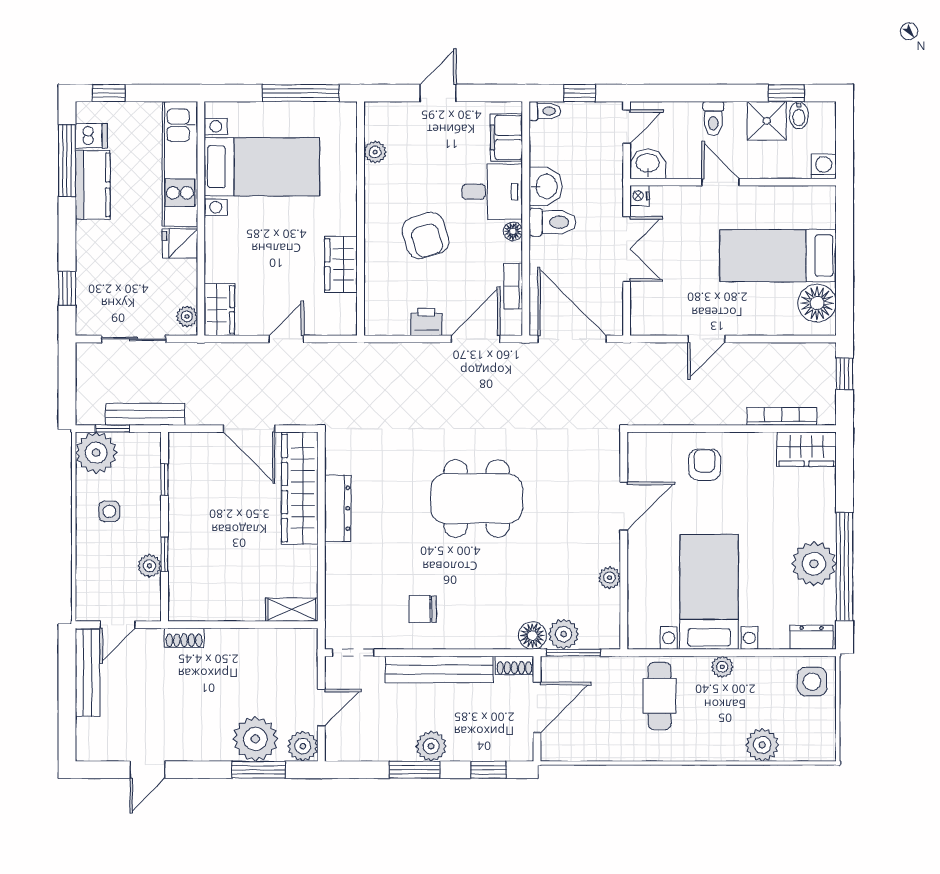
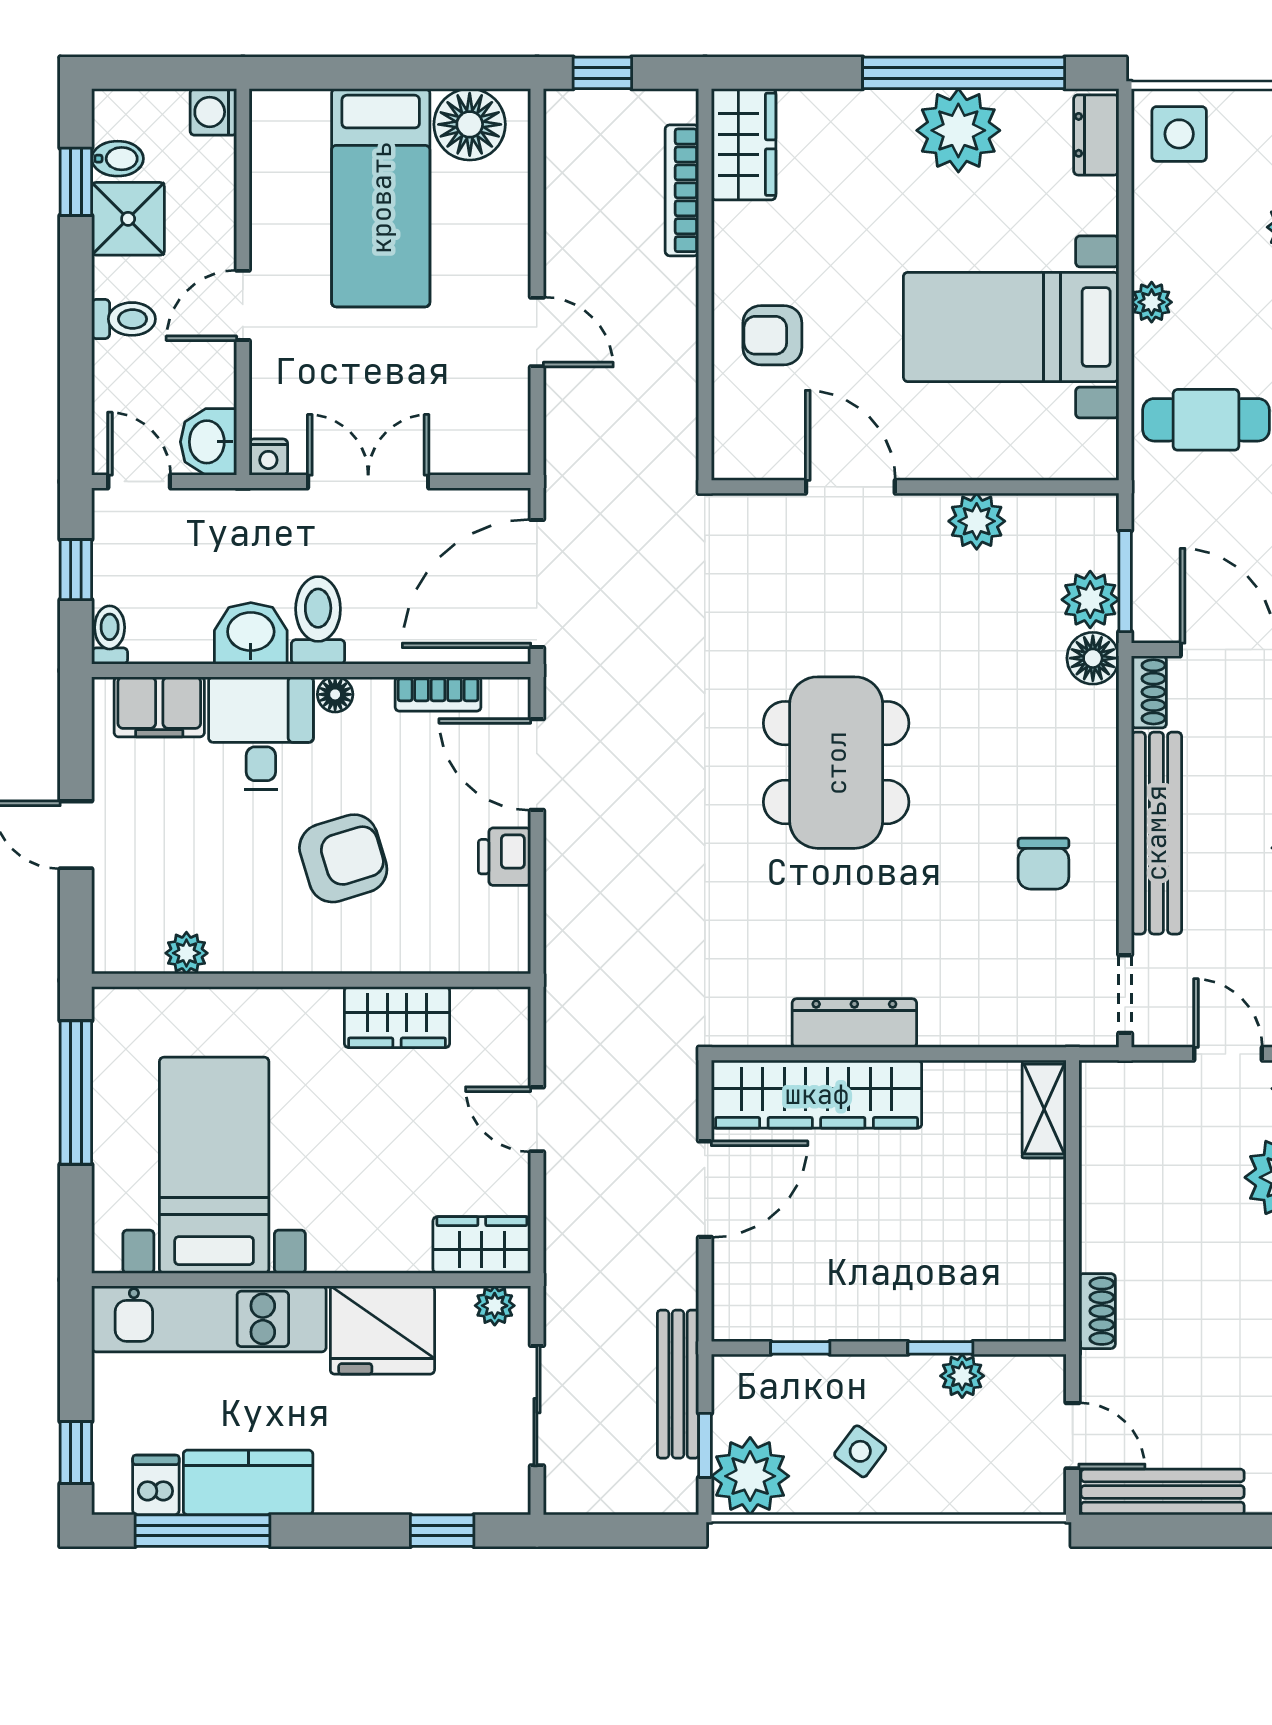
fridge: (180, 243) -> (382, 1330), width x1.88, depth x1.34
side table: (109, 511) -> (860, 1451), turned 37
plant: (609, 578) -> (977, 521), width x1.38, depth x1.38

